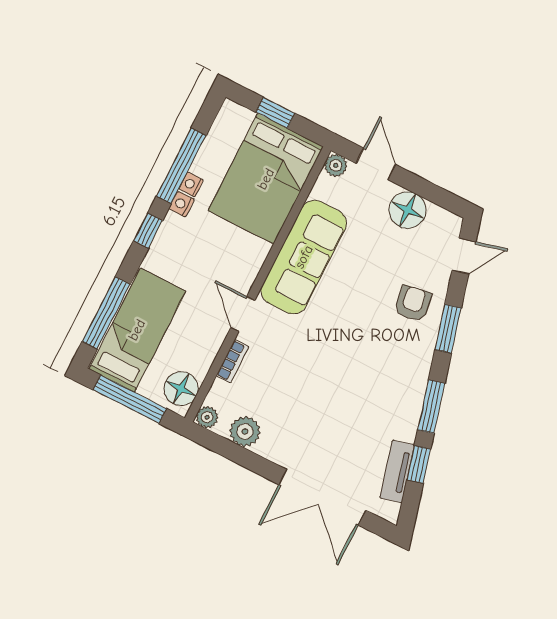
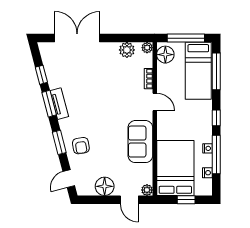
nightstand: (182, 204) -> (207, 173), moved
sofa: (304, 257) -> (140, 142), width x0.73
tv unit: (397, 471) -> (59, 104), moved

